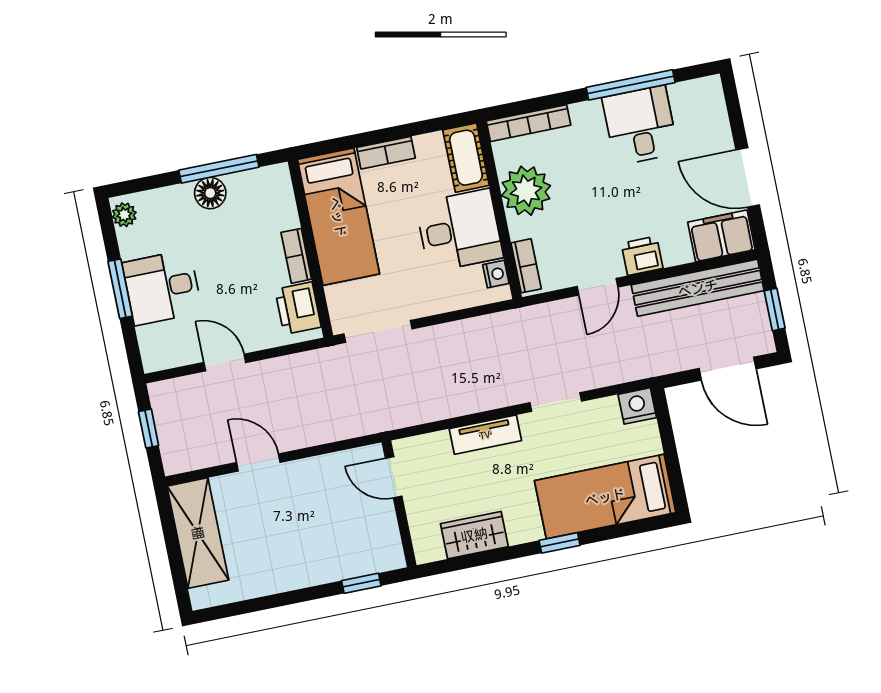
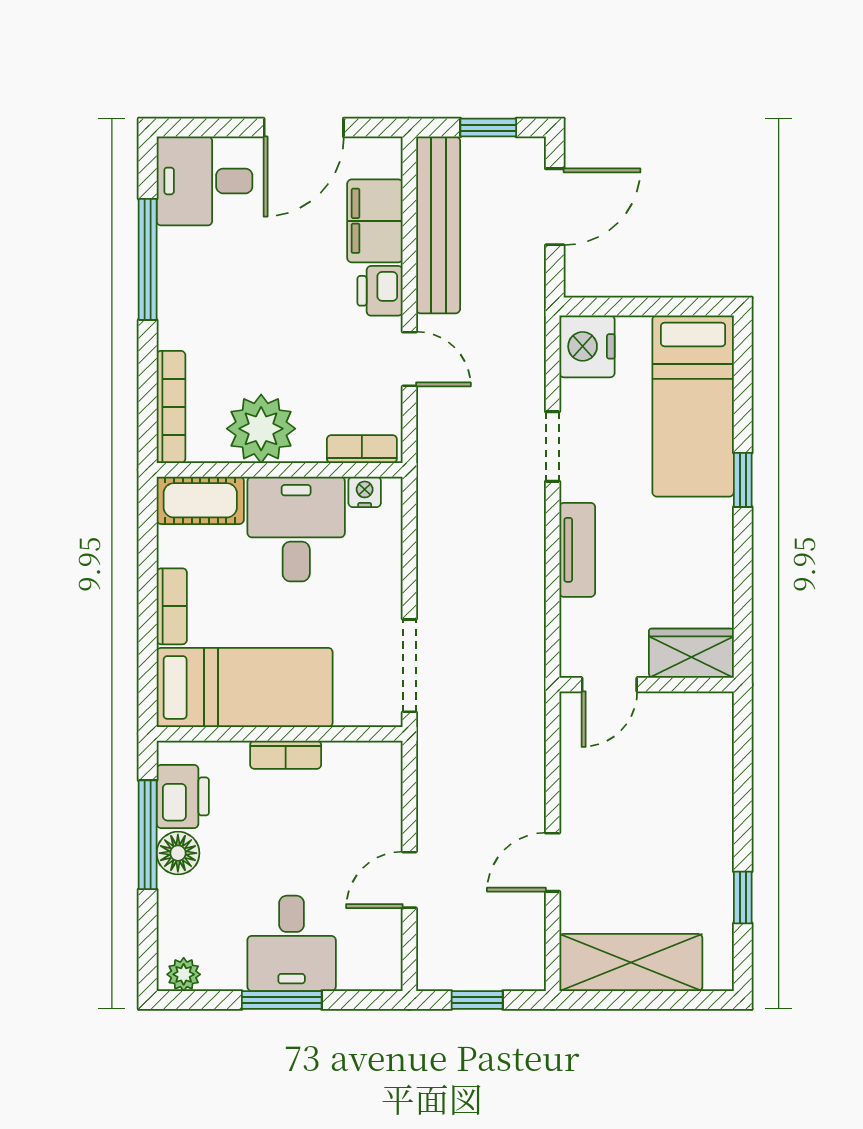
desk: (640, 125) -> (205, 181), moved
filing cabinet: (721, 236) -> (375, 221), moved
printer: (298, 308) -> (183, 796), moved, turned -90
nightstand: (637, 406) -> (587, 346), width x1.36, depth x1.33
wardrobe: (474, 535) -> (691, 653), moved, turned 90
window: (361, 583) -> (743, 897), moved

